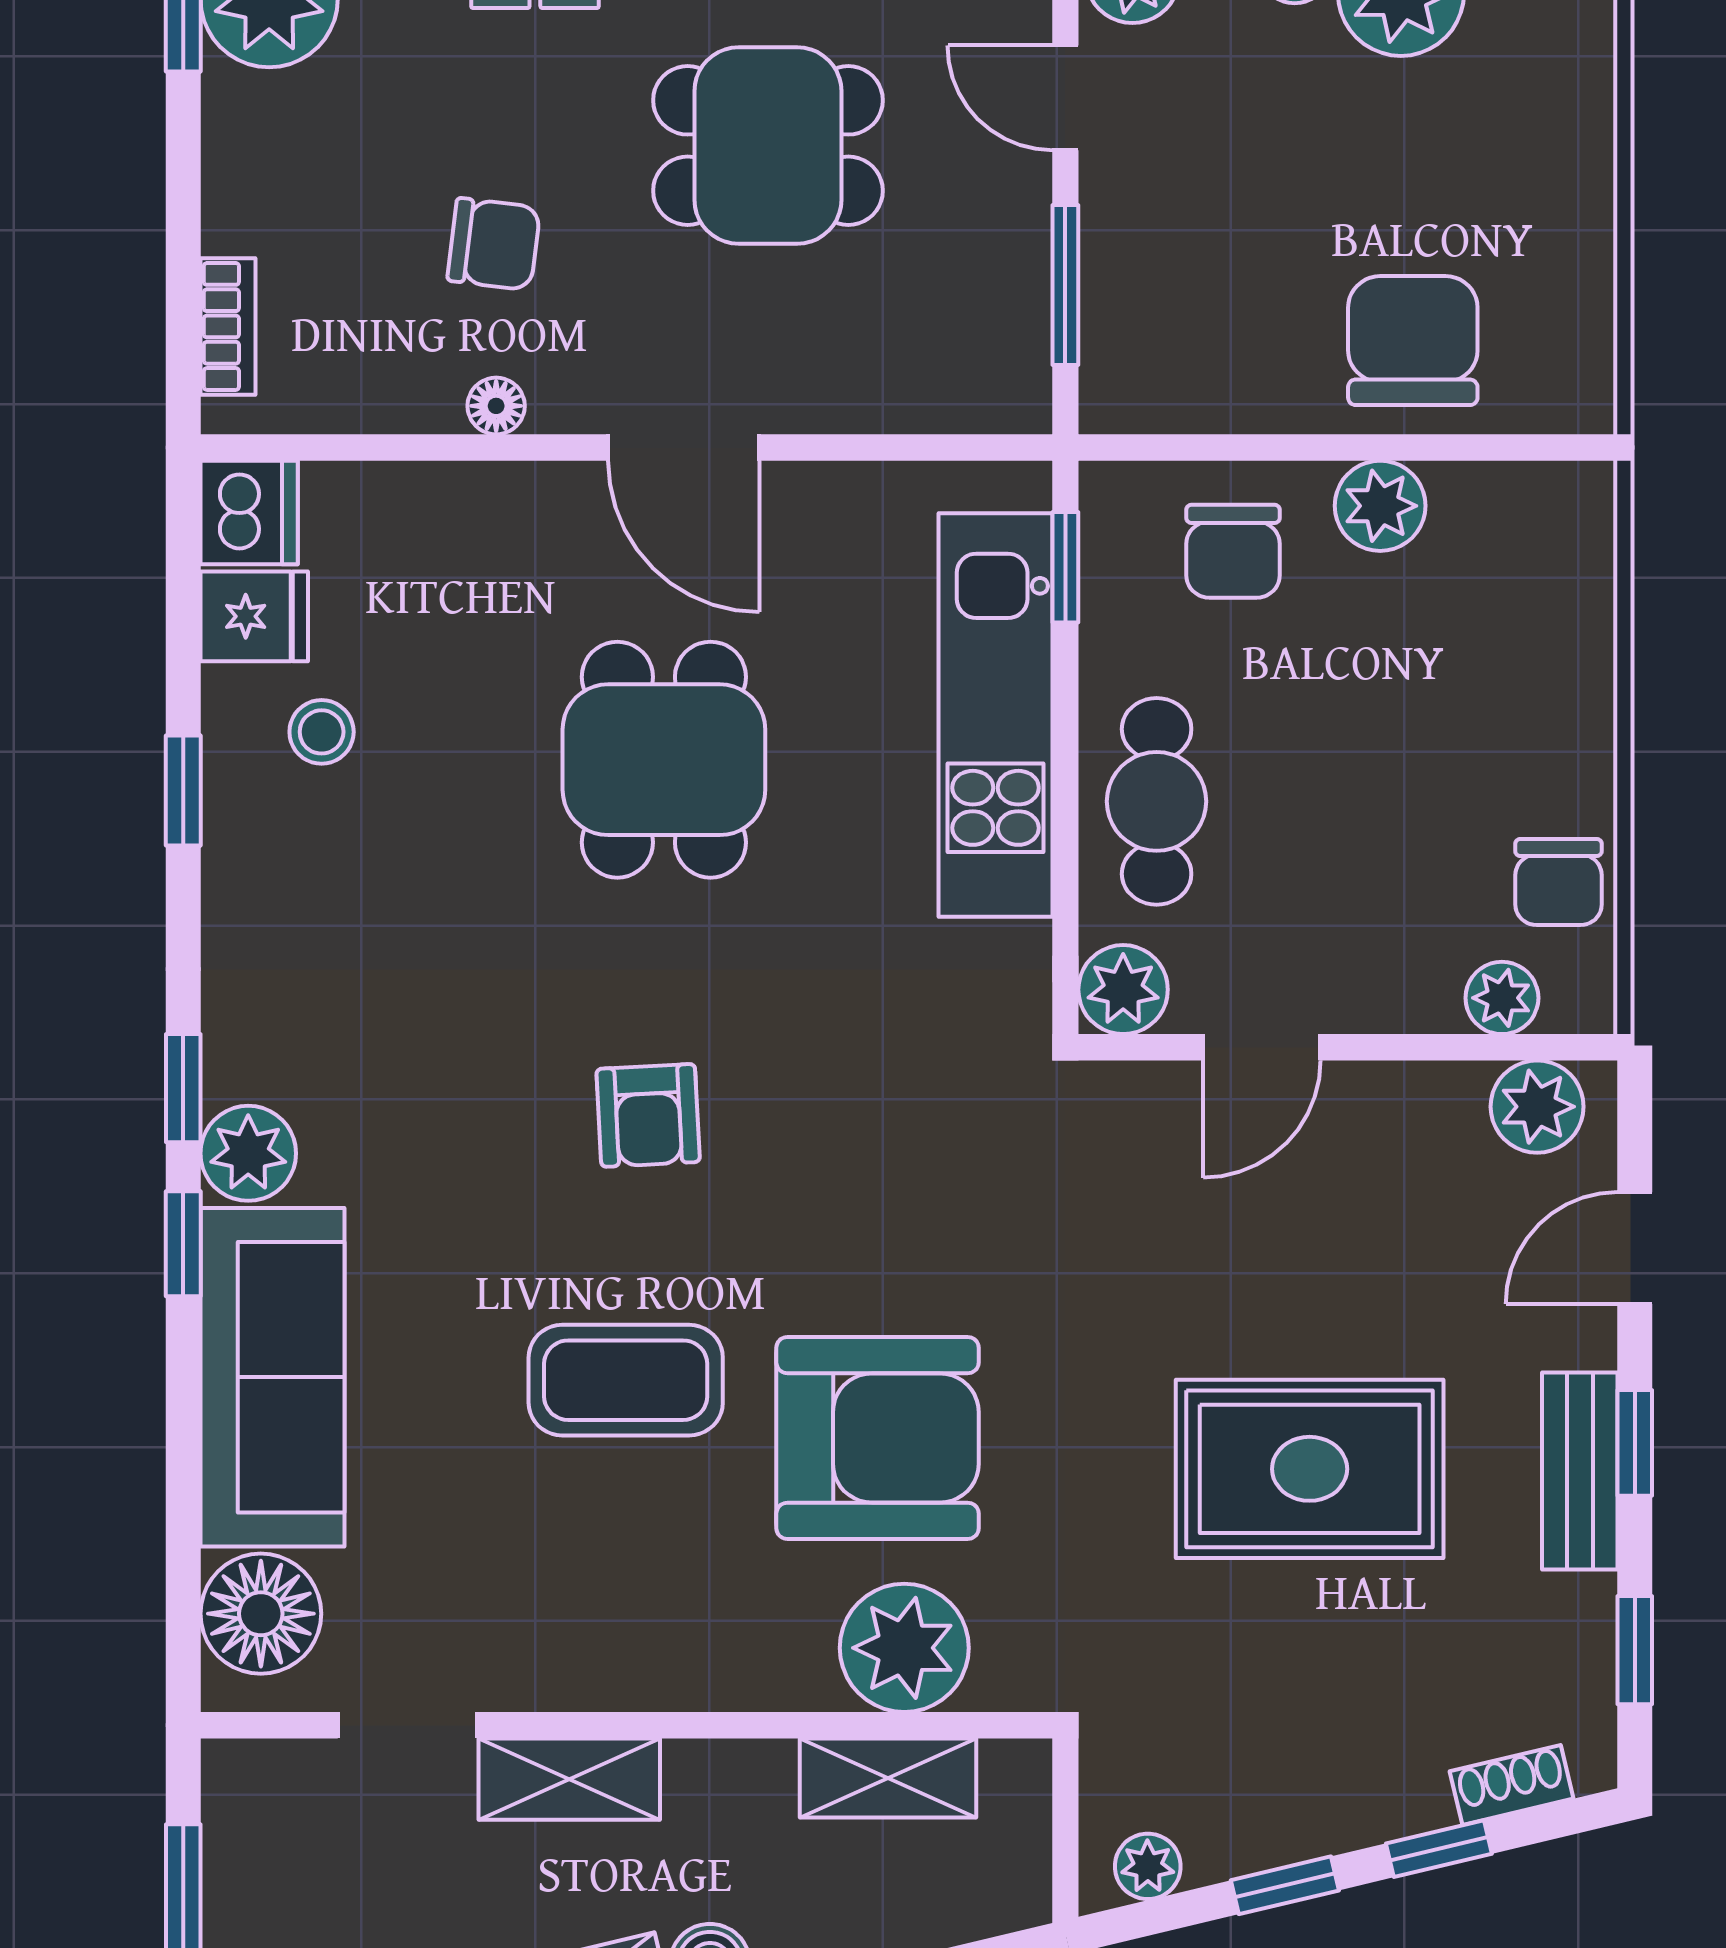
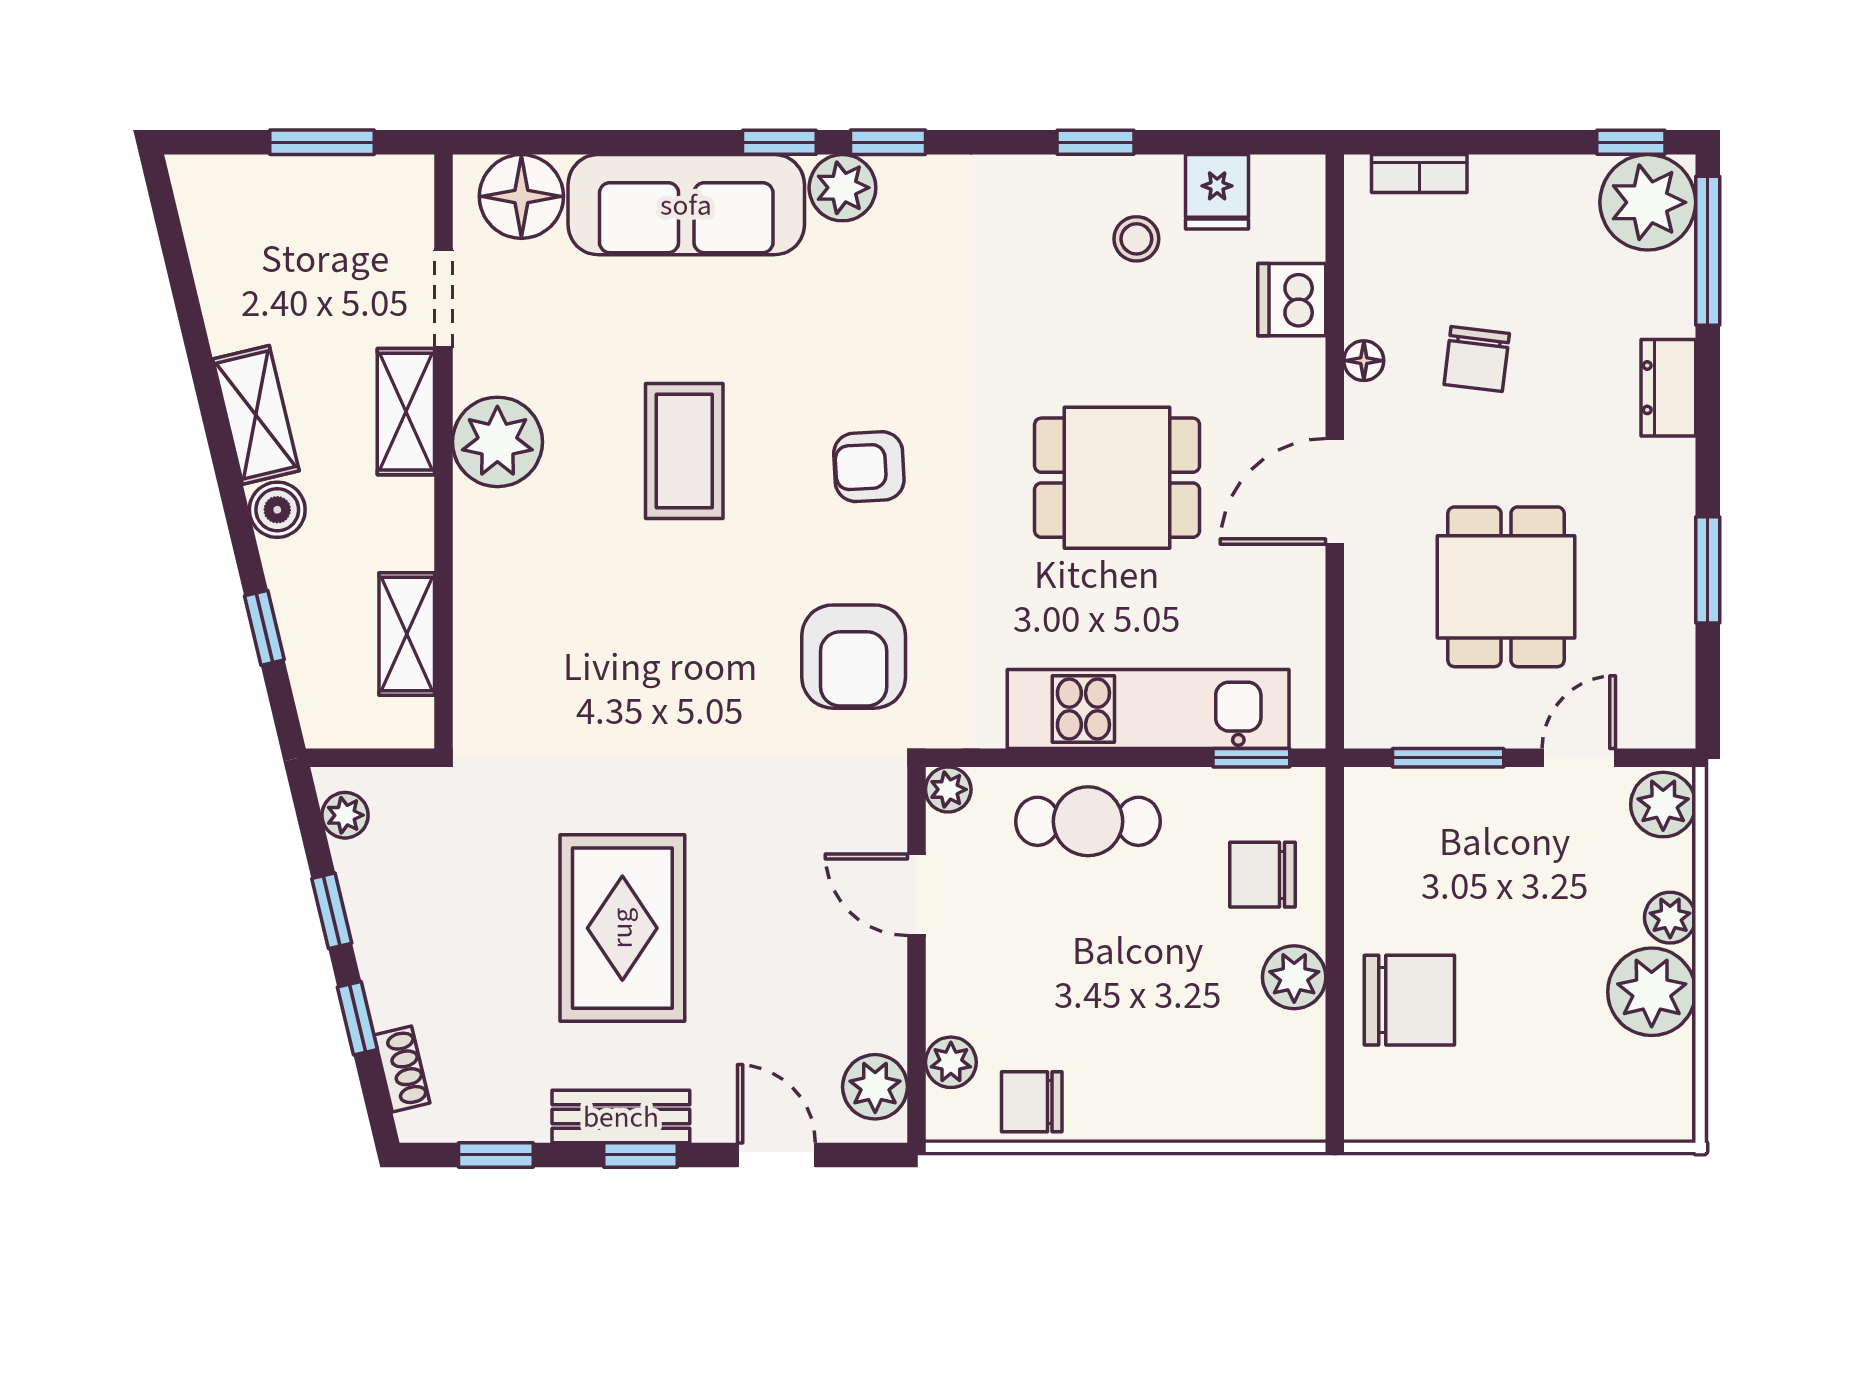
dining table: (768, 146) -> (1506, 587), moved
dishwasher: (249, 512) -> (1292, 300), moved, turned 90
plant: (1123, 990) -> (948, 789), width x0.73, depth x0.73
armchair: (878, 1438) -> (854, 657), moved, width x0.73, depth x0.73
plant: (904, 1648) -> (497, 442), moved

